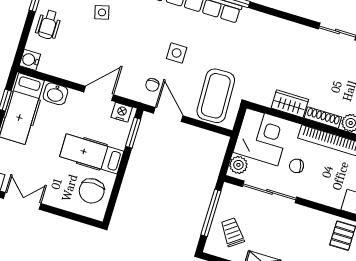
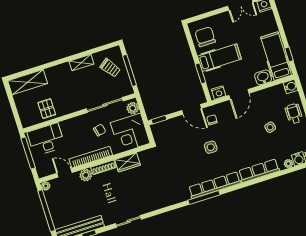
side table: (102, 12) -> (270, 127), moved
coffee table: (216, 96) -> (172, 138), removed
window: (216, 129) -> (159, 120), added
window: (133, 133) -> (200, 73), moved

